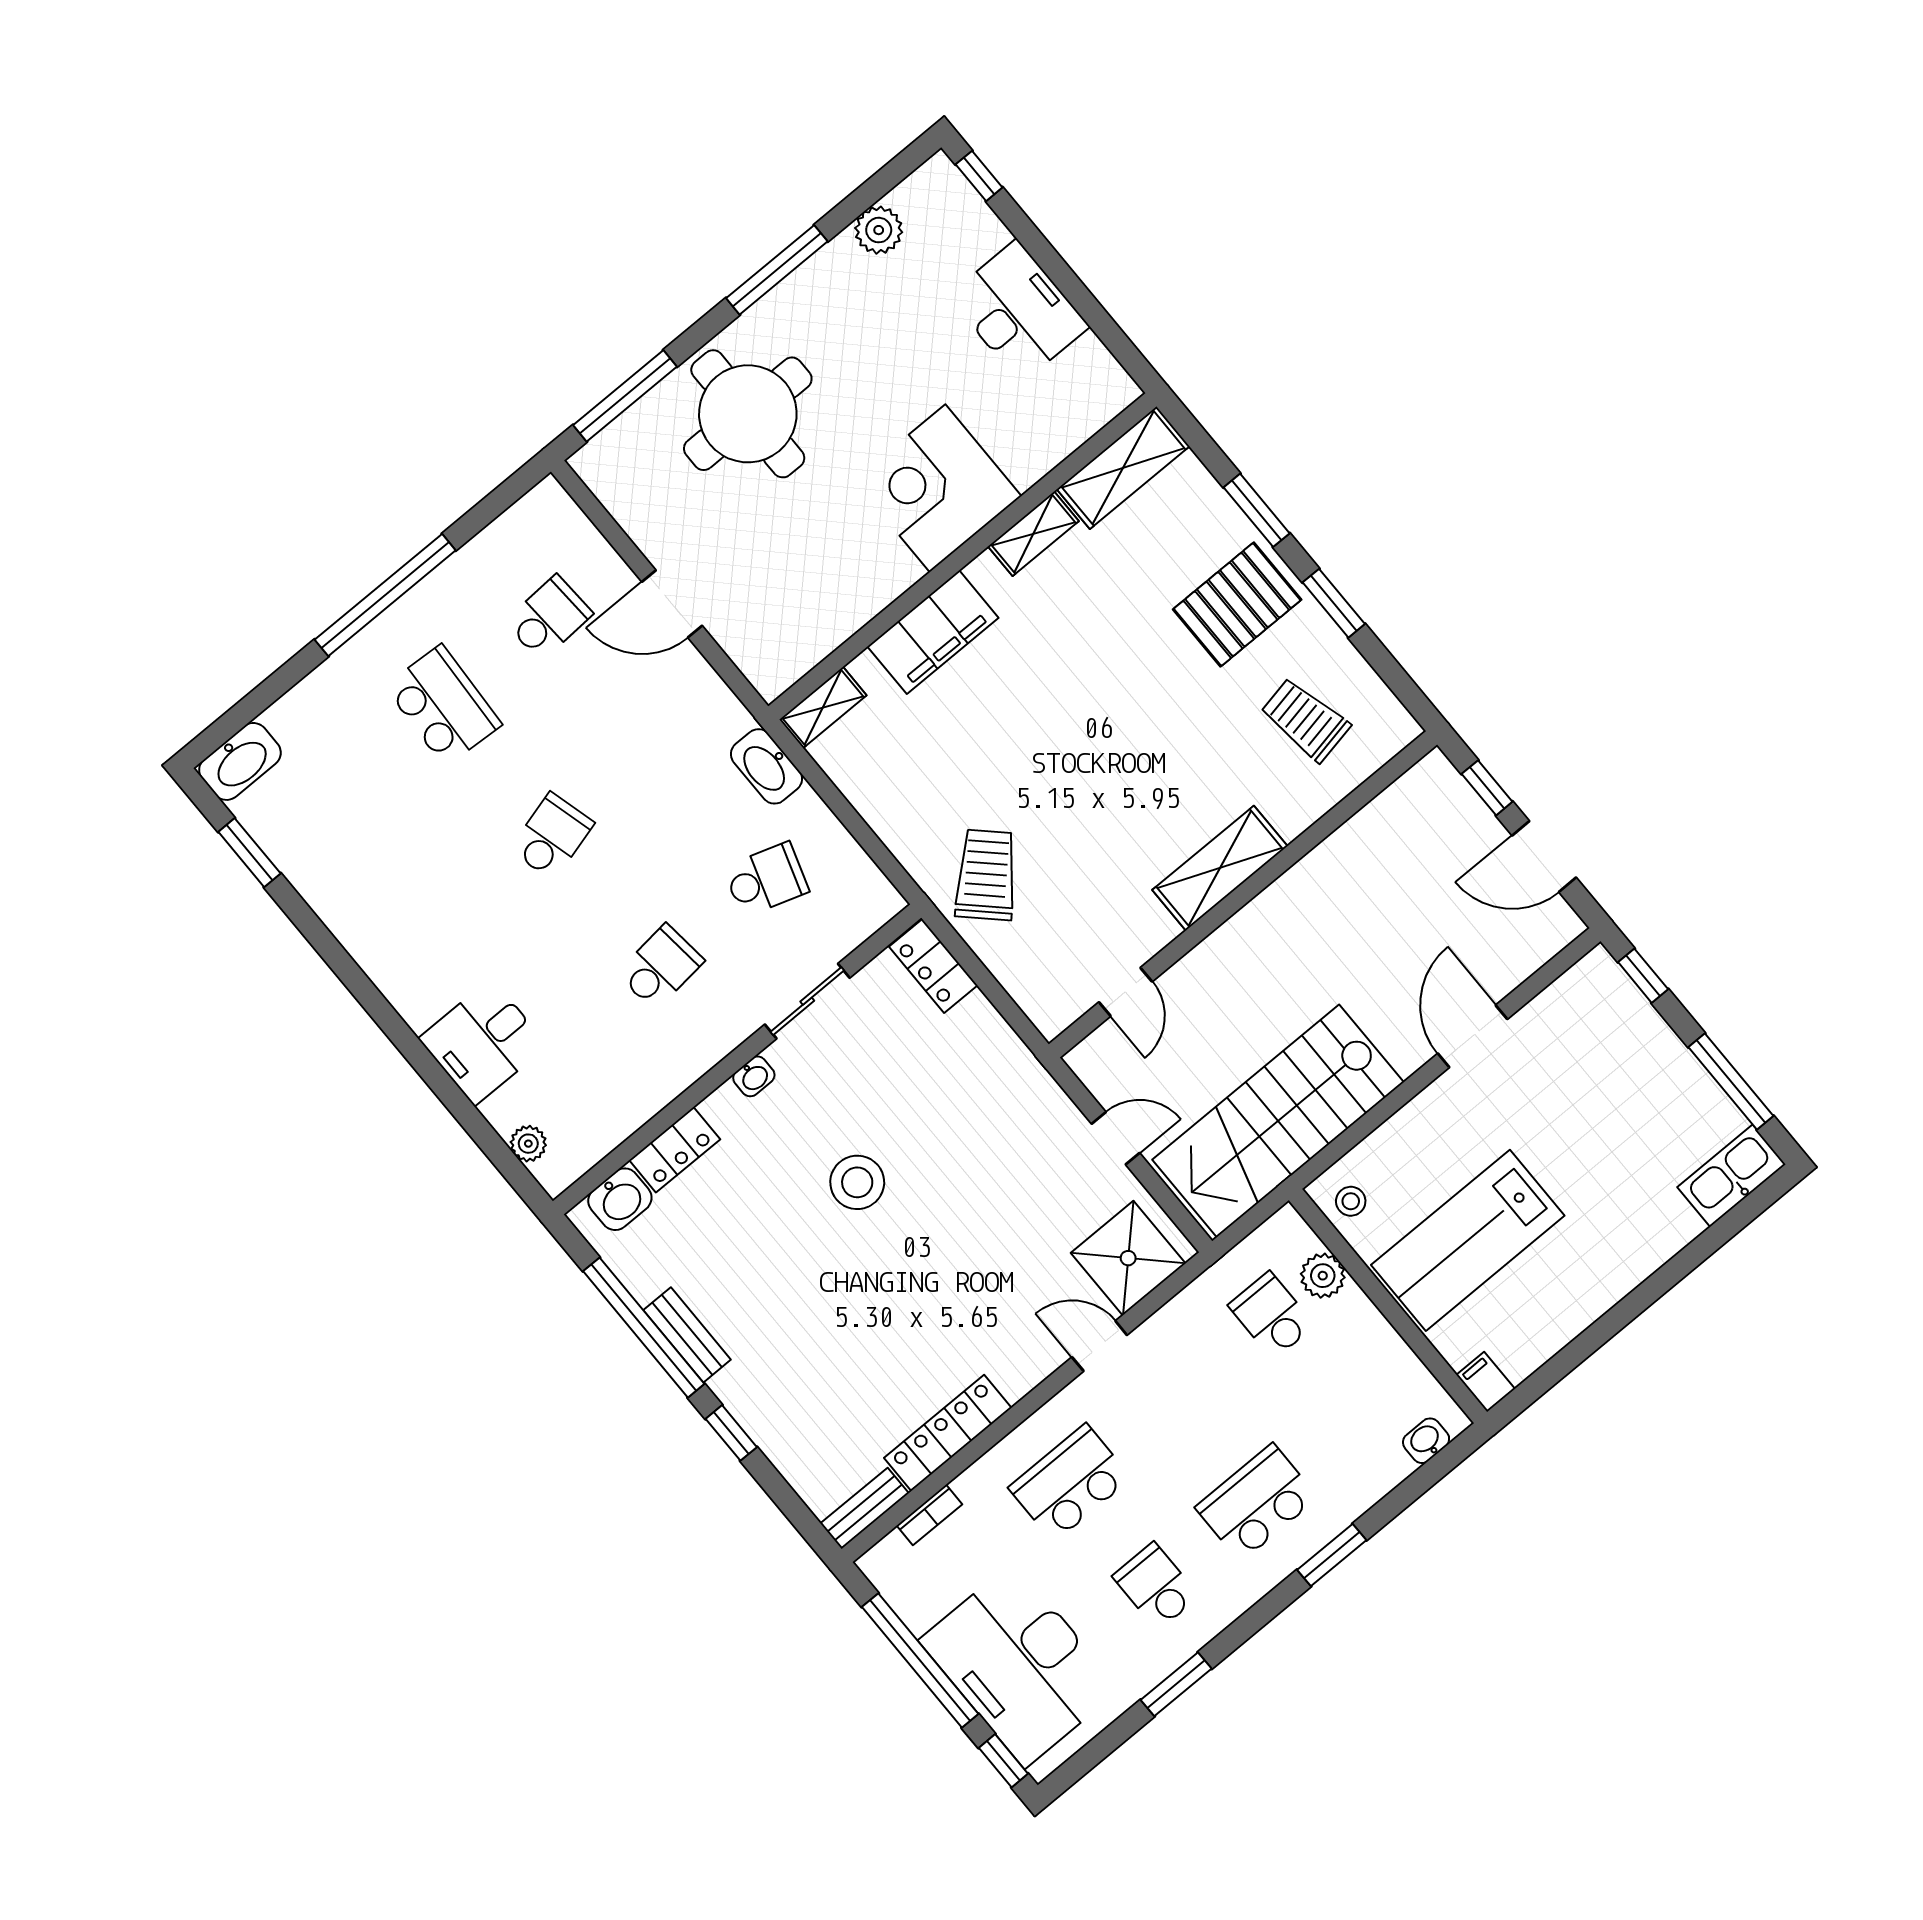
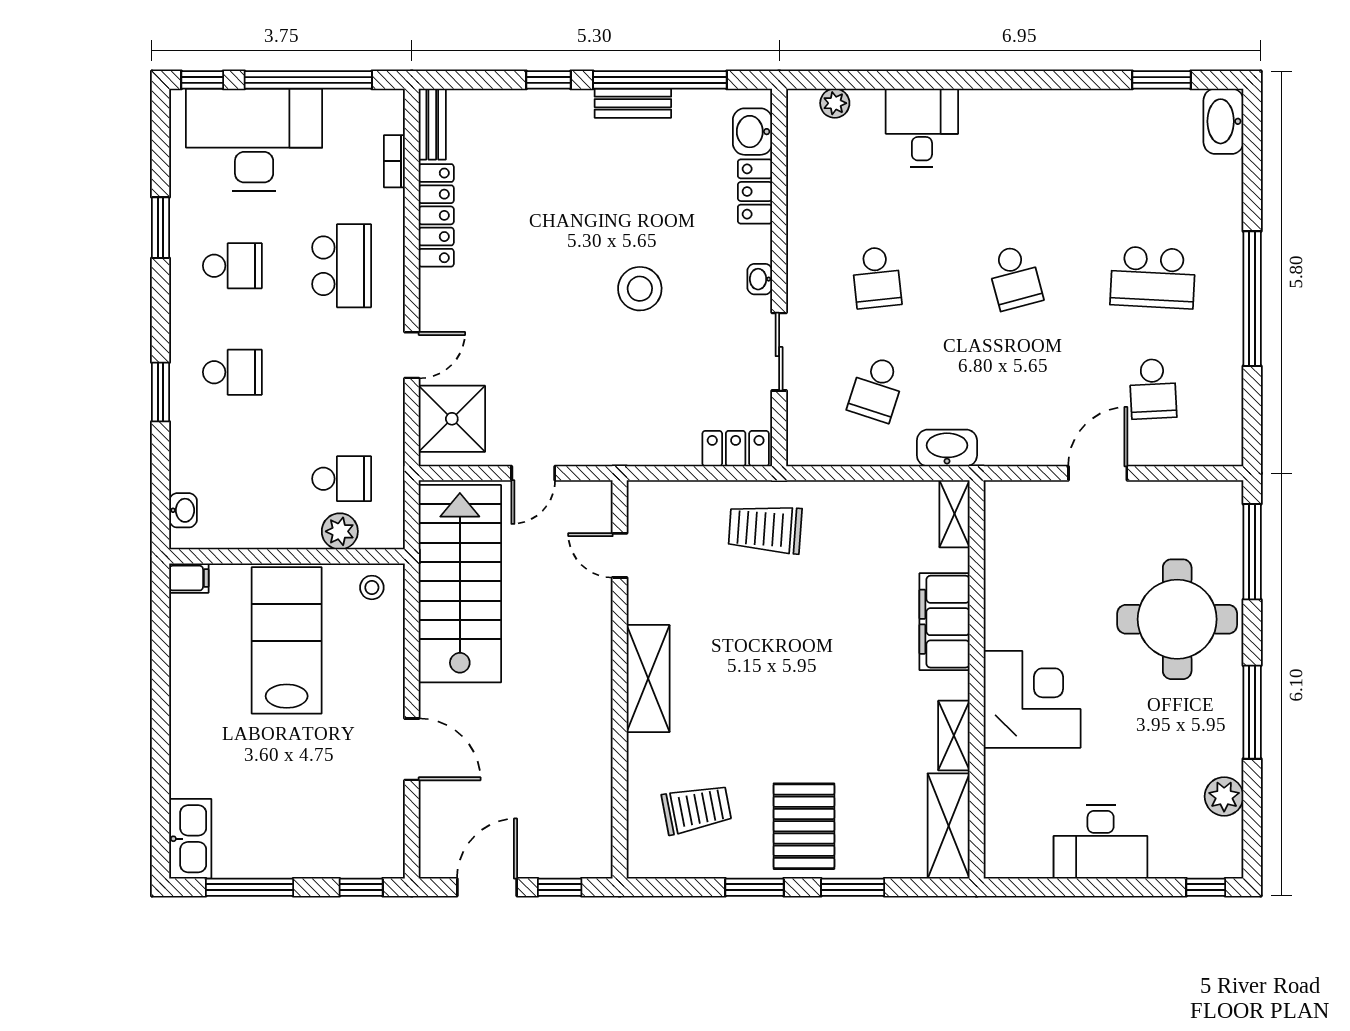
trolley: (986, 875) -> (765, 529), turned 140
school desk: (1257, 1502) -> (232, 372), width x0.54

